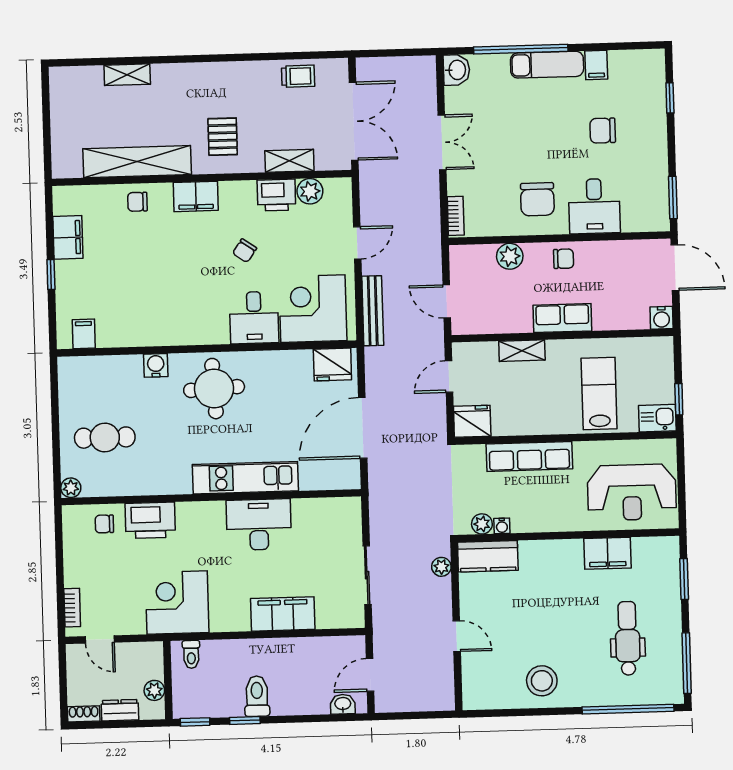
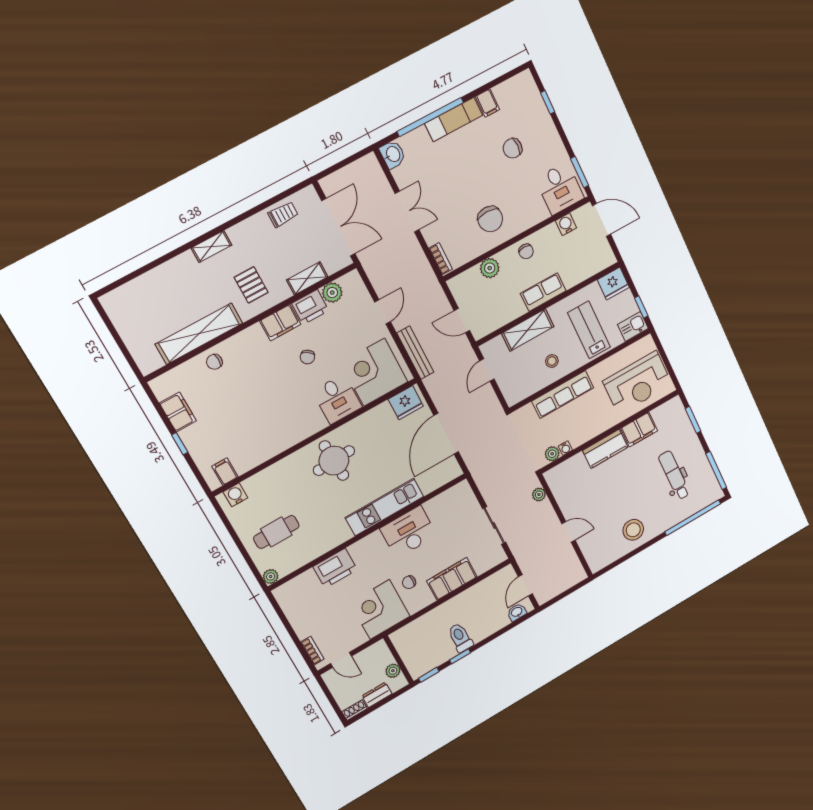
shelving: (127, 75) -> (211, 247), moved
filing cabinet: (196, 196) -> (280, 323), moved
desk: (594, 206) -> (560, 188), moved
chair: (564, 259) -> (526, 251), turned 90
water cooler: (662, 318) -> (566, 224), moved, turned 180
shelving: (522, 351) -> (528, 330), width x1.50, depth x1.33
water cooler: (156, 365) -> (235, 495), moved
stool: (535, 408) -> (552, 361), added
fridge: (472, 421) -> (613, 284), moved, turned 180
chair: (104, 524) -> (409, 582), moved
kitchen counter: (488, 556) -> (605, 449), moved
toilet: (191, 654) -> (405, 636), removed

